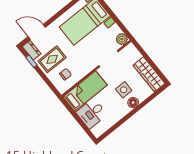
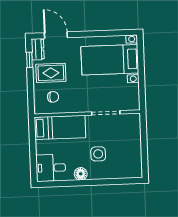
plant: (122, 39) -> (133, 104), removed
wardrobe: (149, 74) -> (134, 157), removed
floor lamp: (133, 103) -> (81, 174), moved
desk: (92, 113) -> (51, 168), moved

